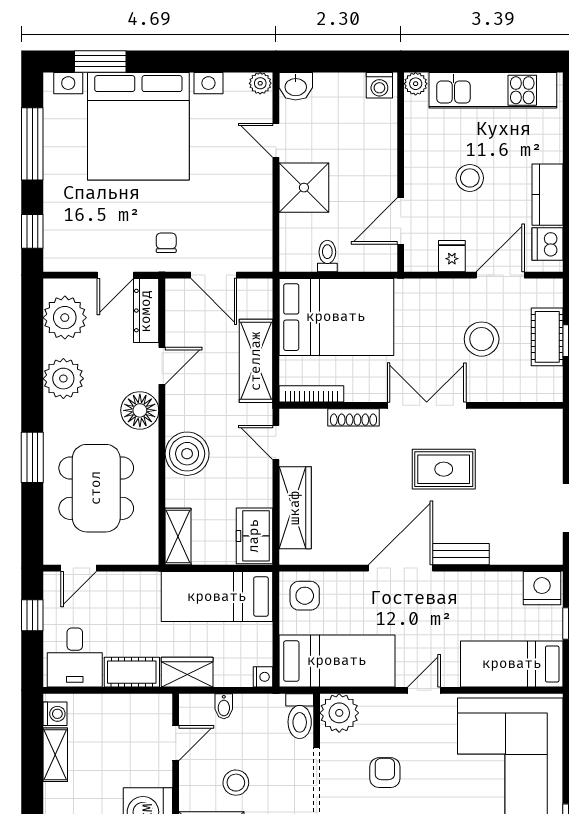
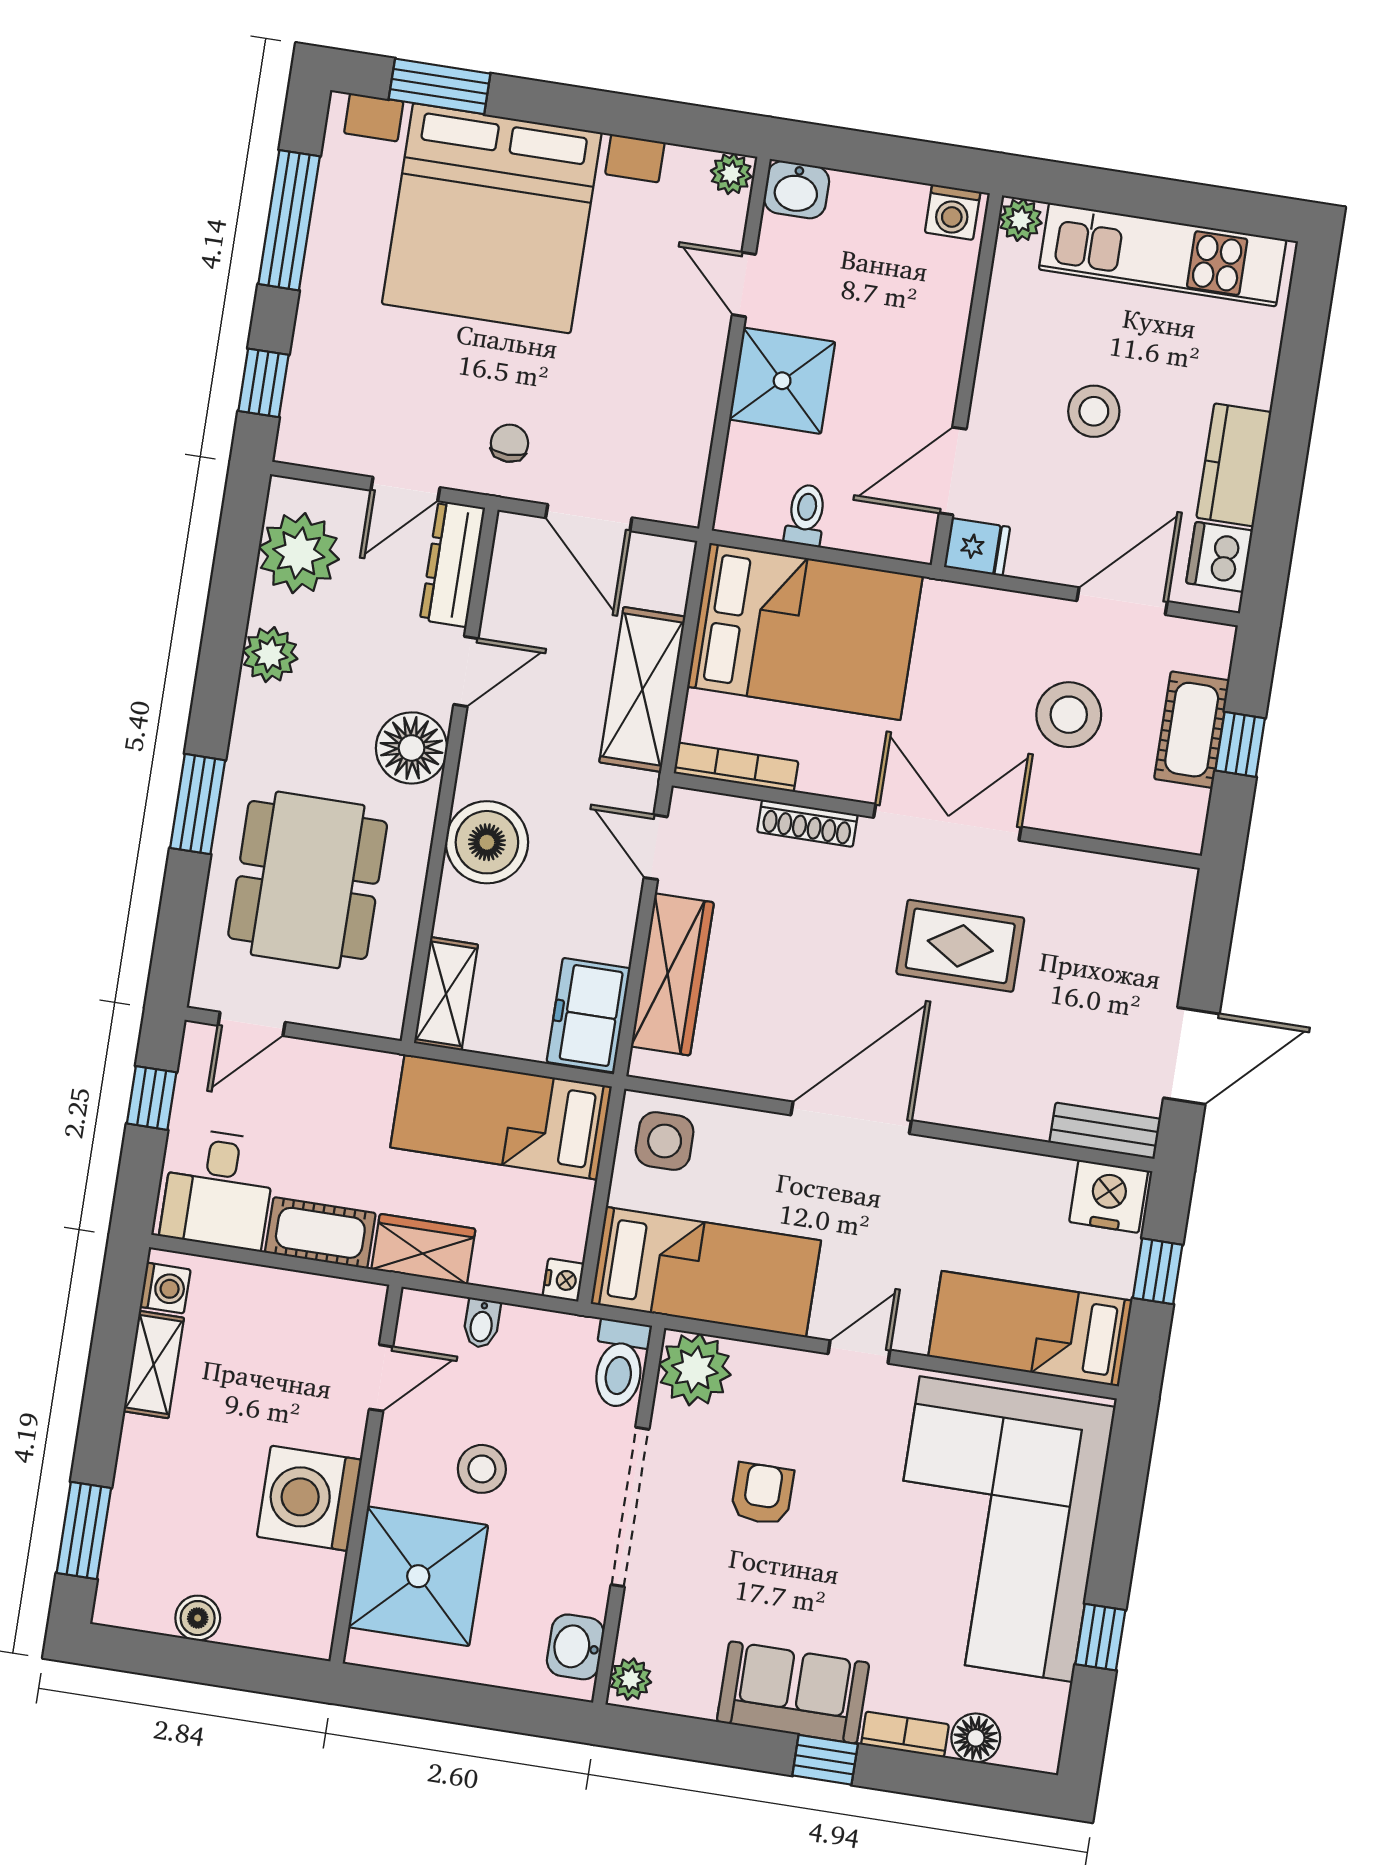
fridge: (452, 256) -> (977, 547), moved, turned 90
plant: (63, 379) -> (270, 655), width x0.73, depth x0.73
bench: (461, 554) -> (1105, 1131), moved

